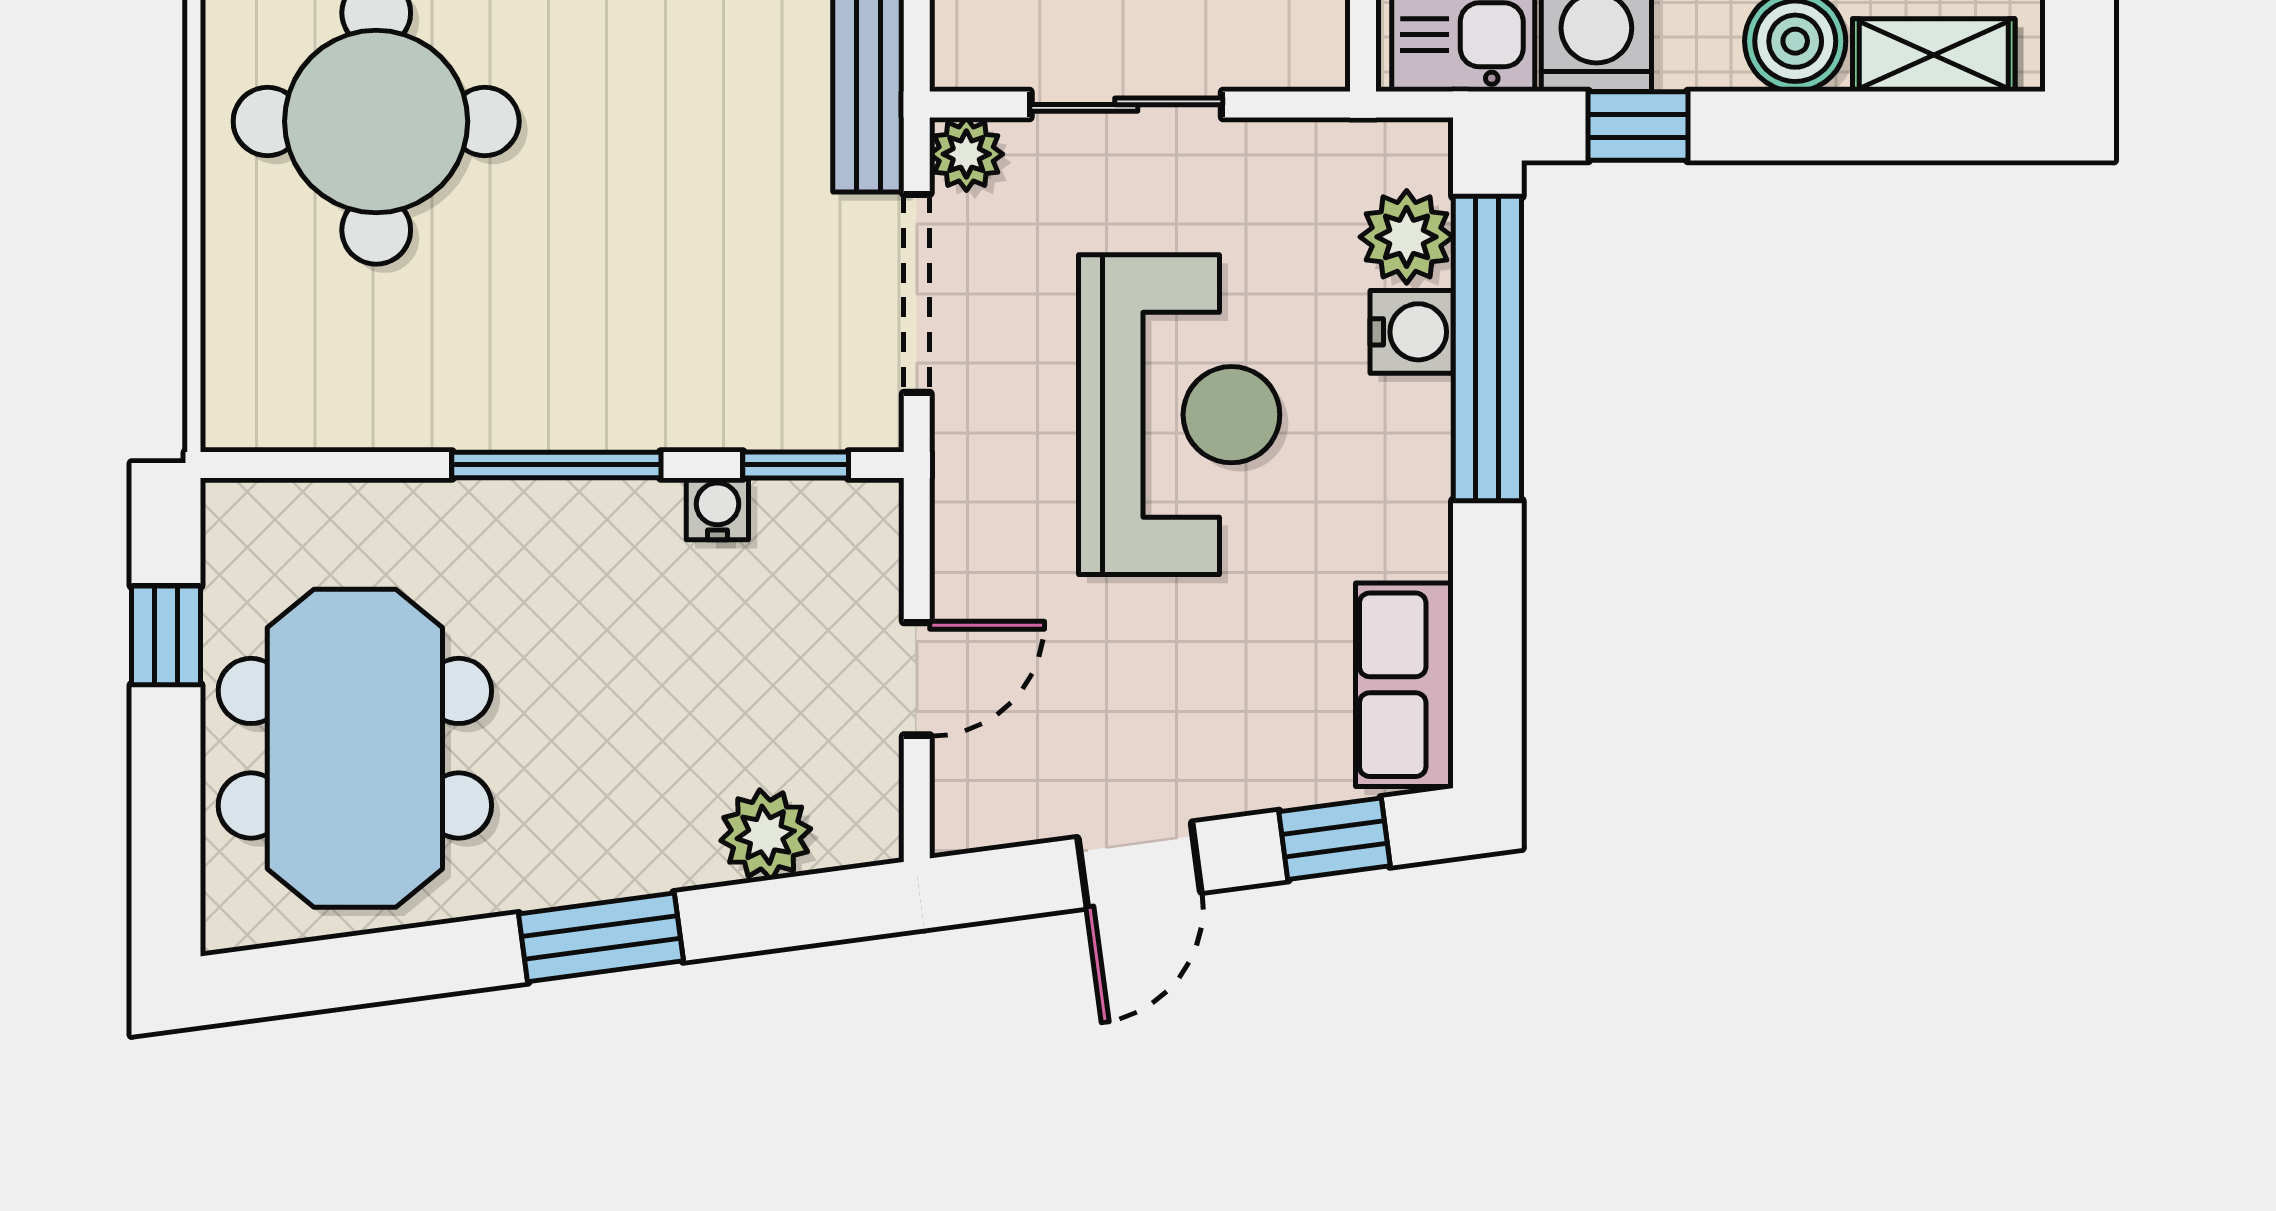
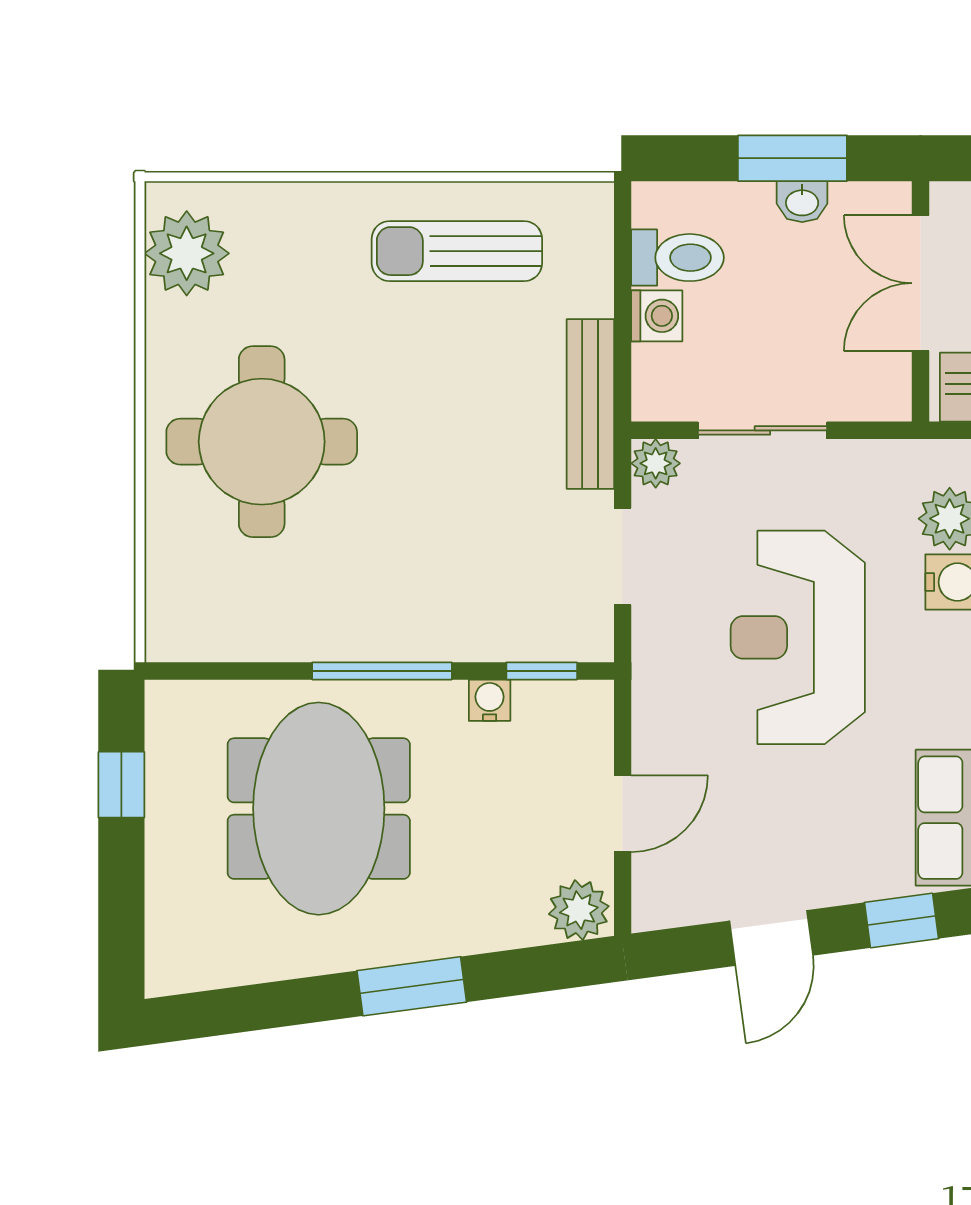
doorway: (917, 293) -> (623, 556), width x0.73
reception desk: (1179, 415) -> (798, 637), turned 180
meeting table: (355, 748) -> (319, 809), moved
plant: (766, 835) -> (579, 910), moved

